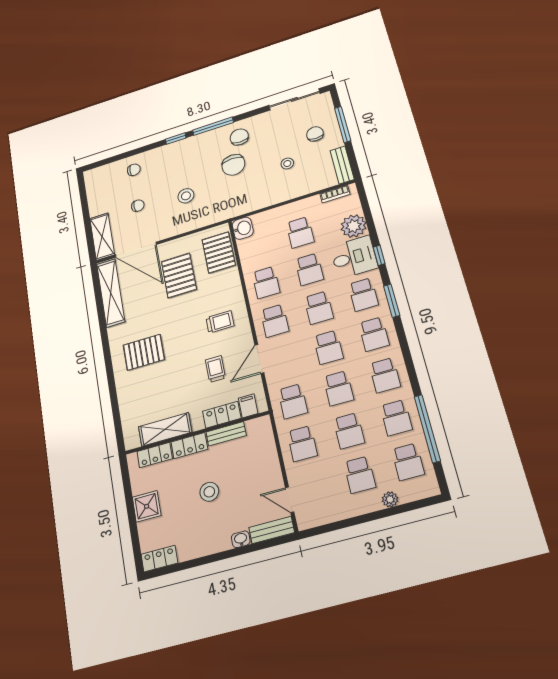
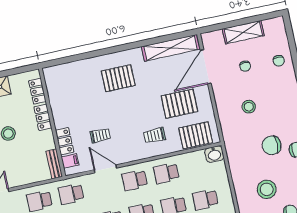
stool: (287, 163) -> (267, 189), width x1.89, depth x1.89
shelving: (102, 236) -> (243, 32), moved
trolley: (220, 322) -> (155, 135), moved, turned 90
pallet: (144, 352) -> (118, 78), turned 90
shelving: (165, 429) -> (56, 98), removed
bench: (226, 434) -> (54, 164), moved

